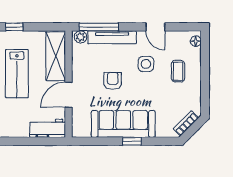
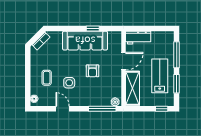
tv unit: (112, 37) -> (93, 101), removed
window: (132, 141) -> (93, 28), moved

